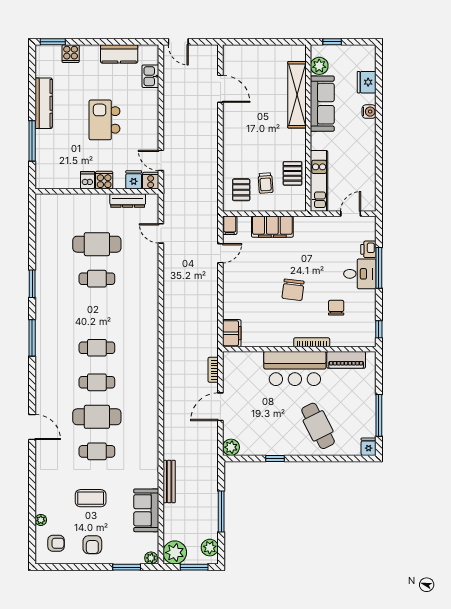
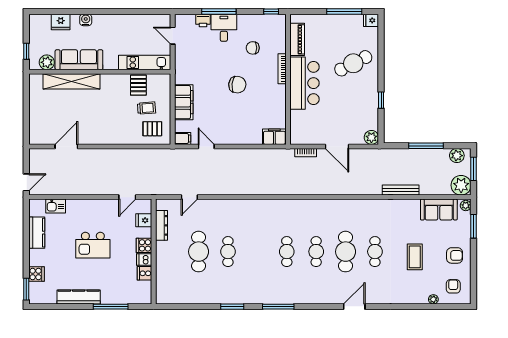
pallet: (293, 173) -> (138, 85), turned 90
cooker: (151, 181) -> (145, 273), moved
sofa: (146, 510) -> (439, 210), moved

